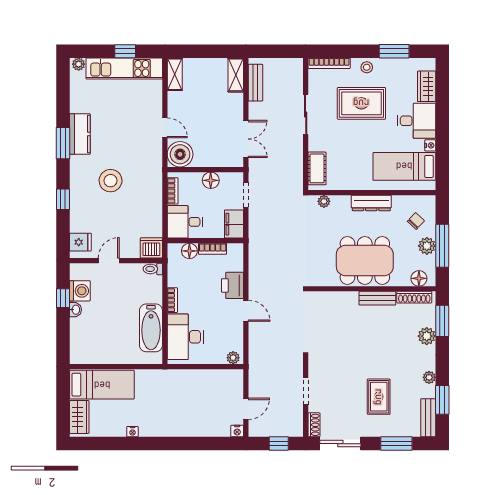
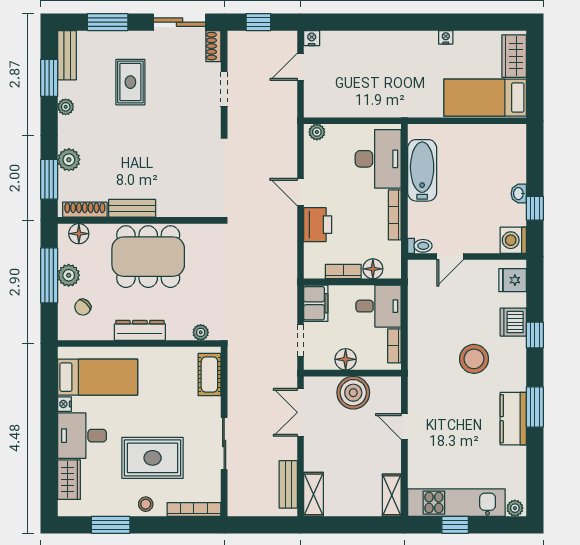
boiler: (180, 154) -> (353, 393), moved
dishwasher: (151, 248) -> (513, 322), moved, turned 90
door: (109, 261) -> (450, 256), moved
washing machine: (80, 291) -> (513, 240), moved
bookcase: (172, 300) -> (395, 215), width x1.56

